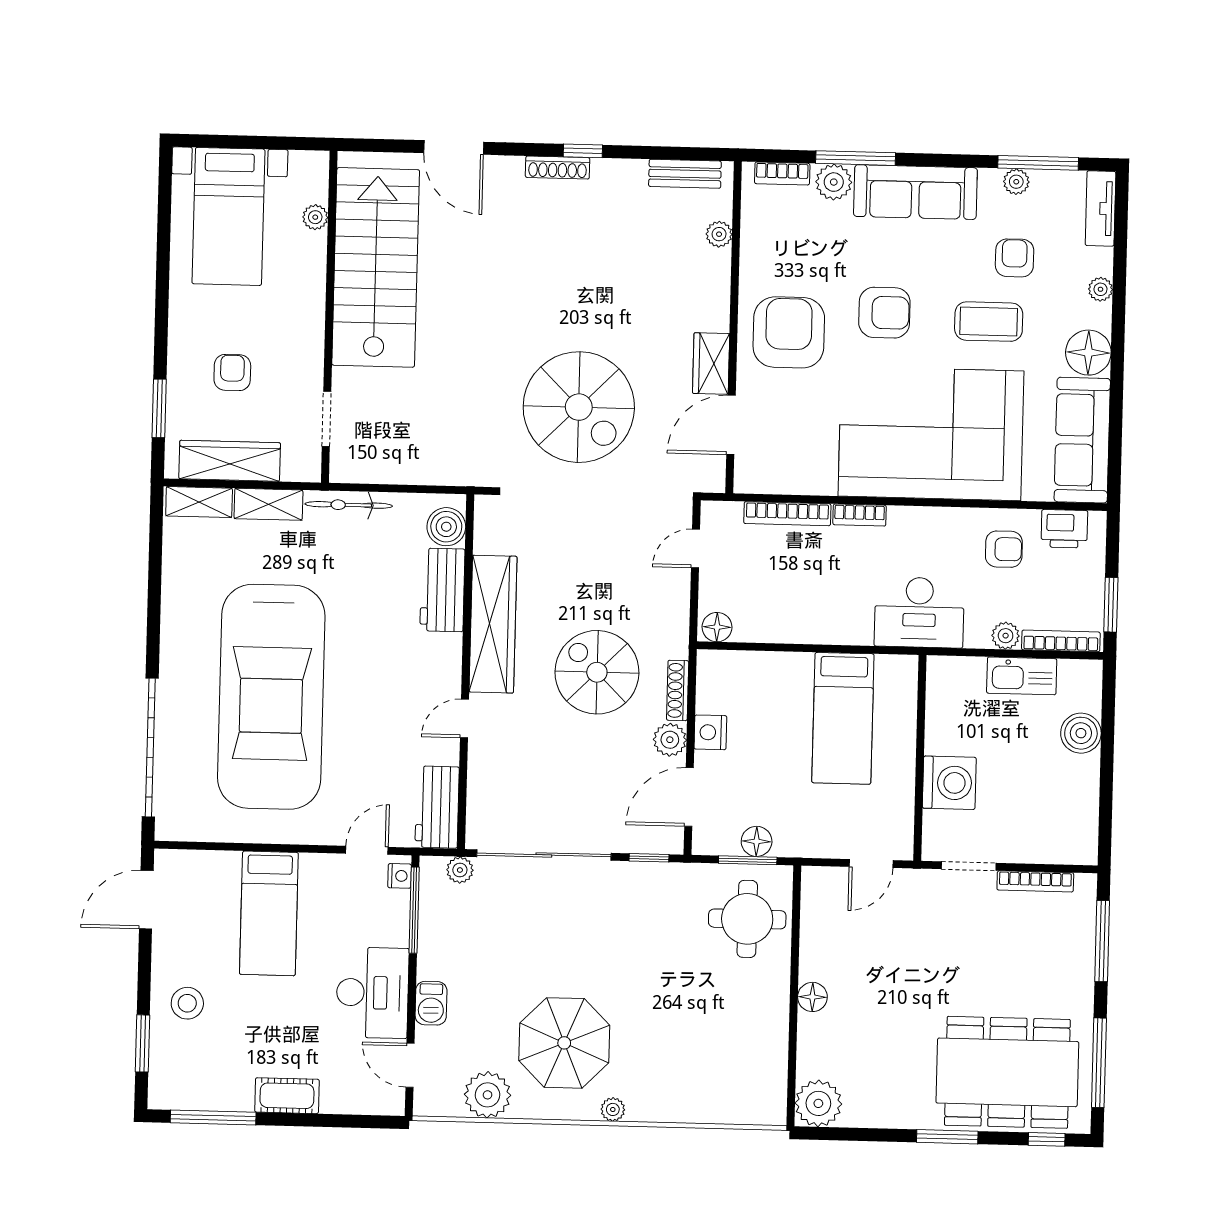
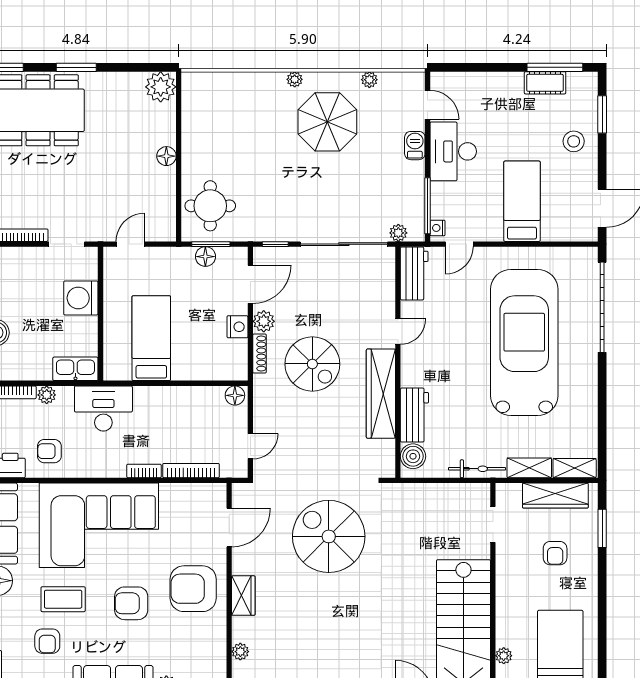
armchair: (789, 332) -> (193, 589), turned 90
wardrobe: (711, 363) -> (243, 596), moved
kitchen sink: (1022, 676) -> (75, 369), moved
plant: (487, 1095) -> (369, 80), width x0.53, depth x0.53
cot: (287, 1096) -> (545, 83), moved

